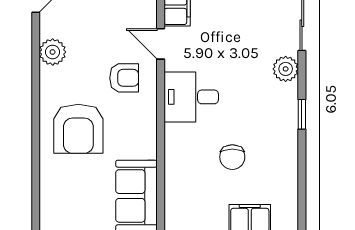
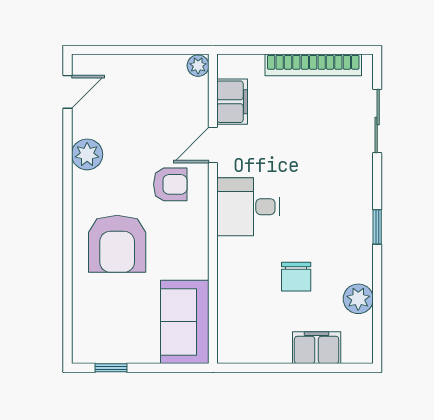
door: (161, 44) -> (213, 145), hinge flipped
plant: (286, 69) -> (358, 299), moved

